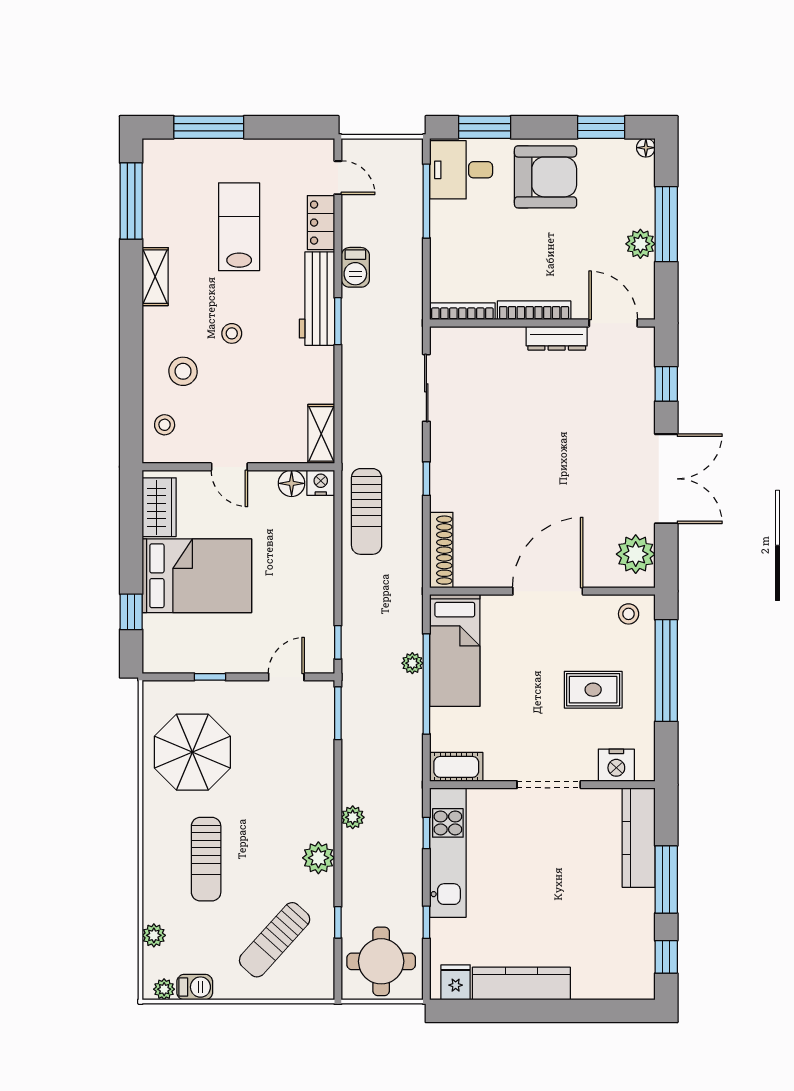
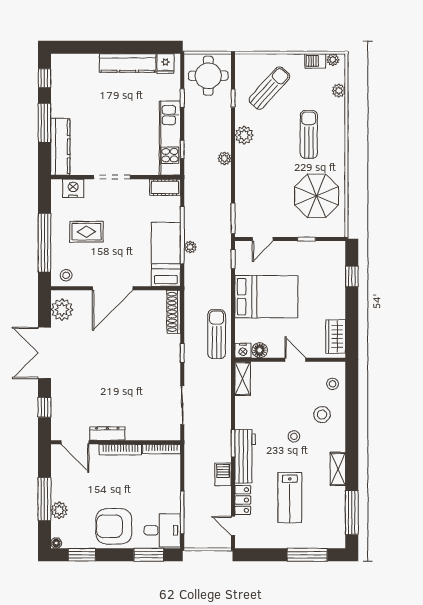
plant: (640, 244) -> (59, 510), moved
bed: (197, 576) -> (266, 297), moved, turned 180

